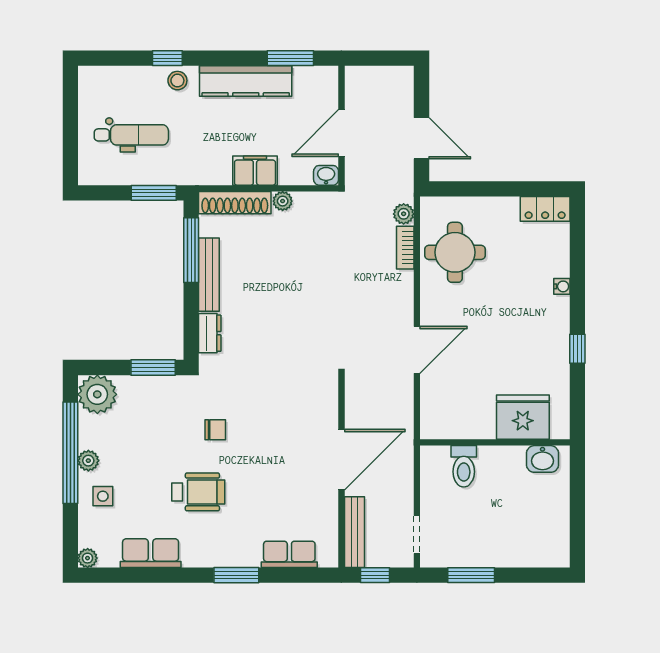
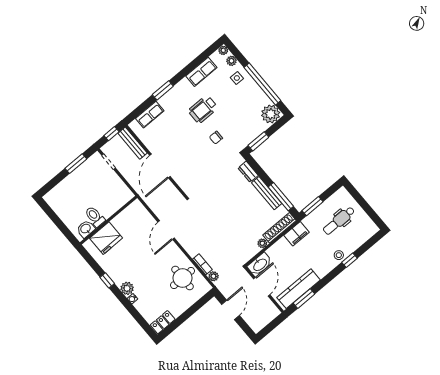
kitchen counter: (246, 81) -> (299, 289), moved
door: (421, 138) -> (230, 310), swing flipped
filing cabinet: (255, 171) -> (297, 234), moved
washbasin: (326, 175) -> (260, 264), width x1.91, depth x1.45
plant: (556, 310) -> (127, 288), added
plant: (88, 461) -> (232, 61), moved
toilet: (464, 466) -> (95, 217), moved

